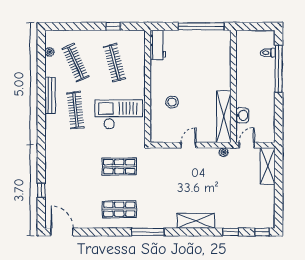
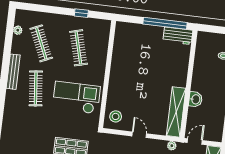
workbench: (158, 45) -> (178, 36), moved, turned 90
stool: (172, 102) -> (116, 116), moved
washbasin: (242, 115) -> (195, 99), moved
door: (188, 145) -> (139, 135), hinge flipped

